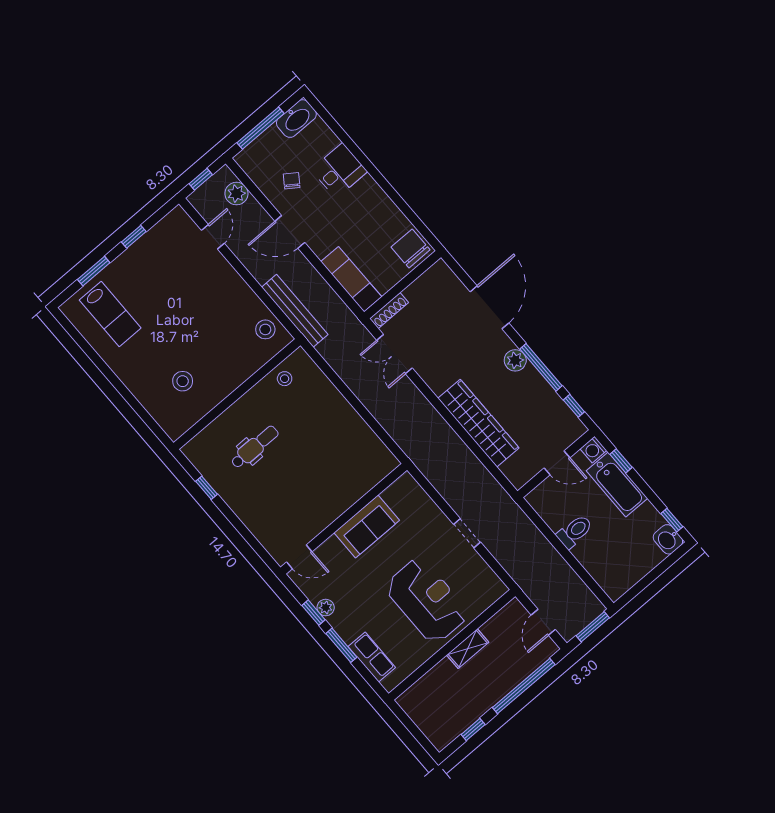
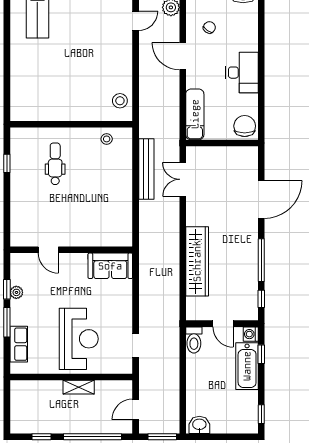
desk: (339, 171) -> (242, 73), moved, width x1.37
bench: (295, 311) -> (146, 169), moved
shoe rack: (389, 311) -> (201, 151), removed
plant: (515, 360) -> (250, 243), removed
stool: (183, 381) -> (46, 90), removed
dental chair: (255, 447) -> (55, 164), turned -90
sofa: (367, 526) -> (110, 266), moved
toilet: (575, 531) -> (194, 340), moved, turned 90
doorway: (467, 533) -> (136, 346), moved
washbasin: (668, 539) -> (199, 425), moved, turned 90
door: (299, 557) -> (48, 250), moved

